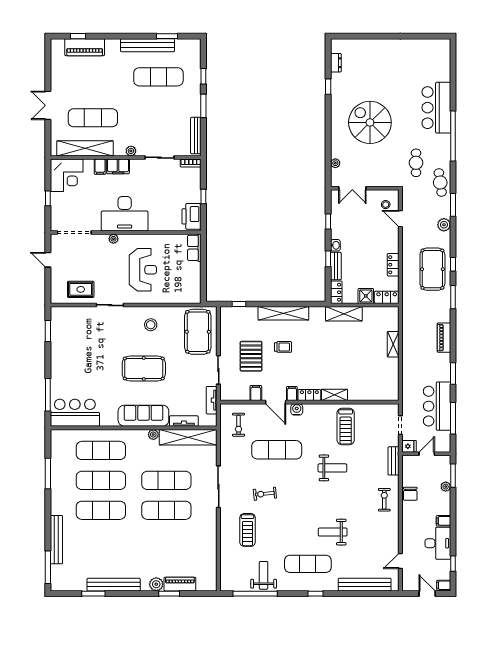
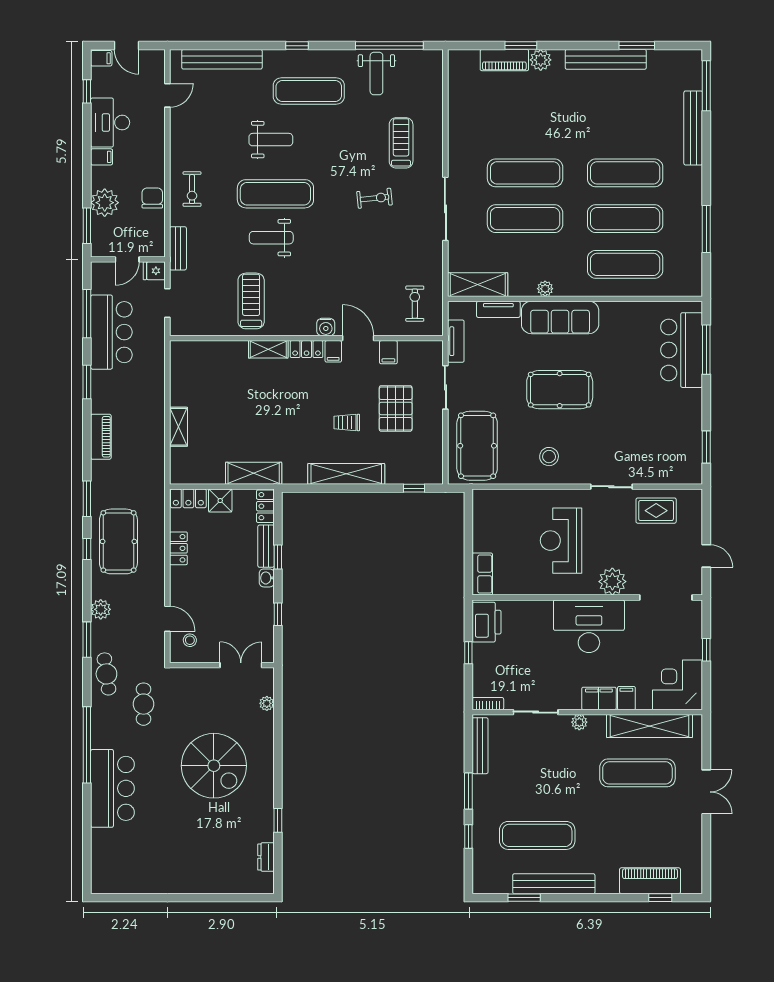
plant: (113, 239) -> (612, 582), width x1.88, depth x1.88
bar counter: (75, 413) -> (682, 350), moved, turned 90
shelving: (188, 437) -> (478, 285), width x0.68
exercise mat: (277, 450) -> (275, 194), moved
plant: (446, 487) -> (105, 203), width x1.88, depth x1.88

